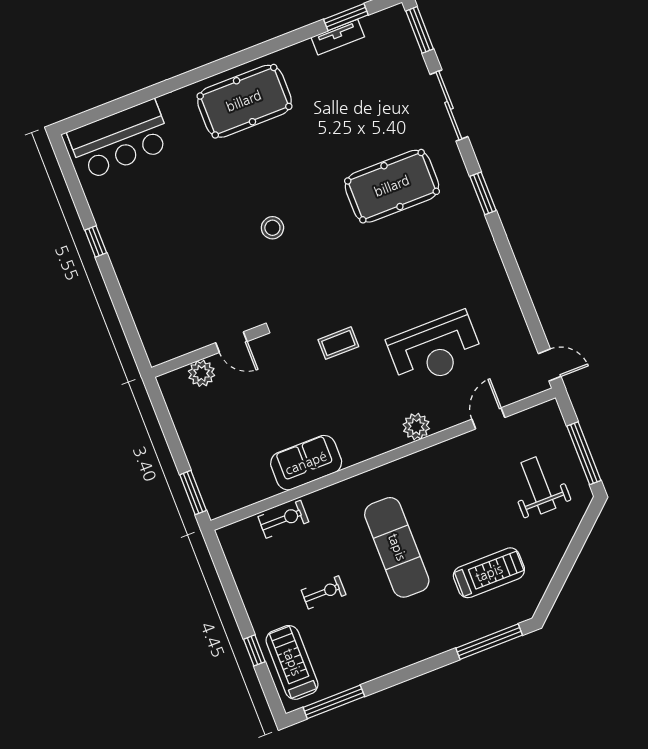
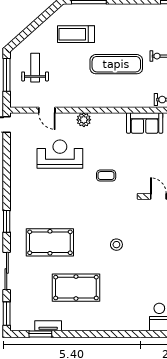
pool table: (244, 101) -> (76, 288), moved
door: (488, 418) -> (47, 110), hinge flipped
weight bench: (538, 485) -> (35, 68), turned 180
exercise mat: (397, 547) -> (116, 64), turned 90

